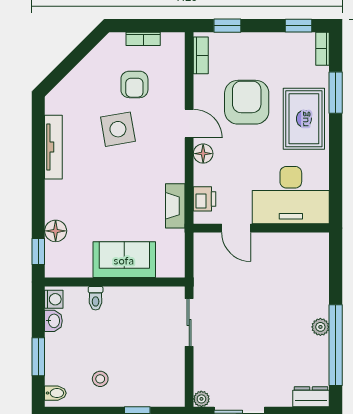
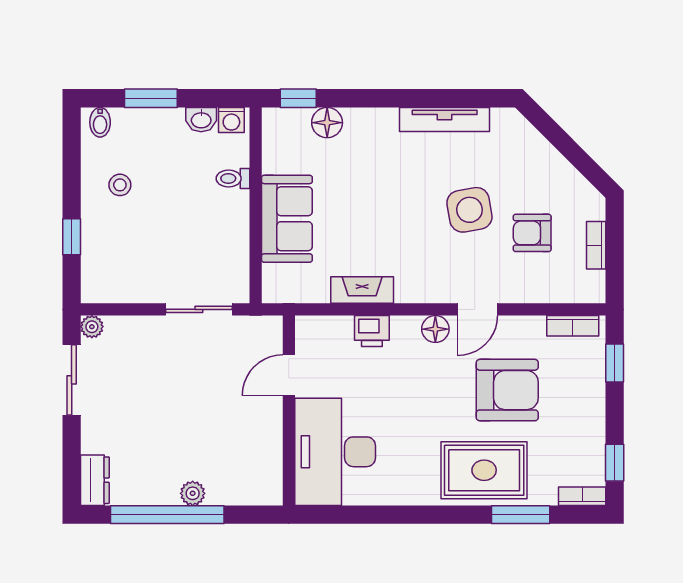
desk: (291, 195) -> (335, 452), moved
door: (236, 228) -> (289, 375), moved
wall: (261, 228) -> (289, 410), moved

